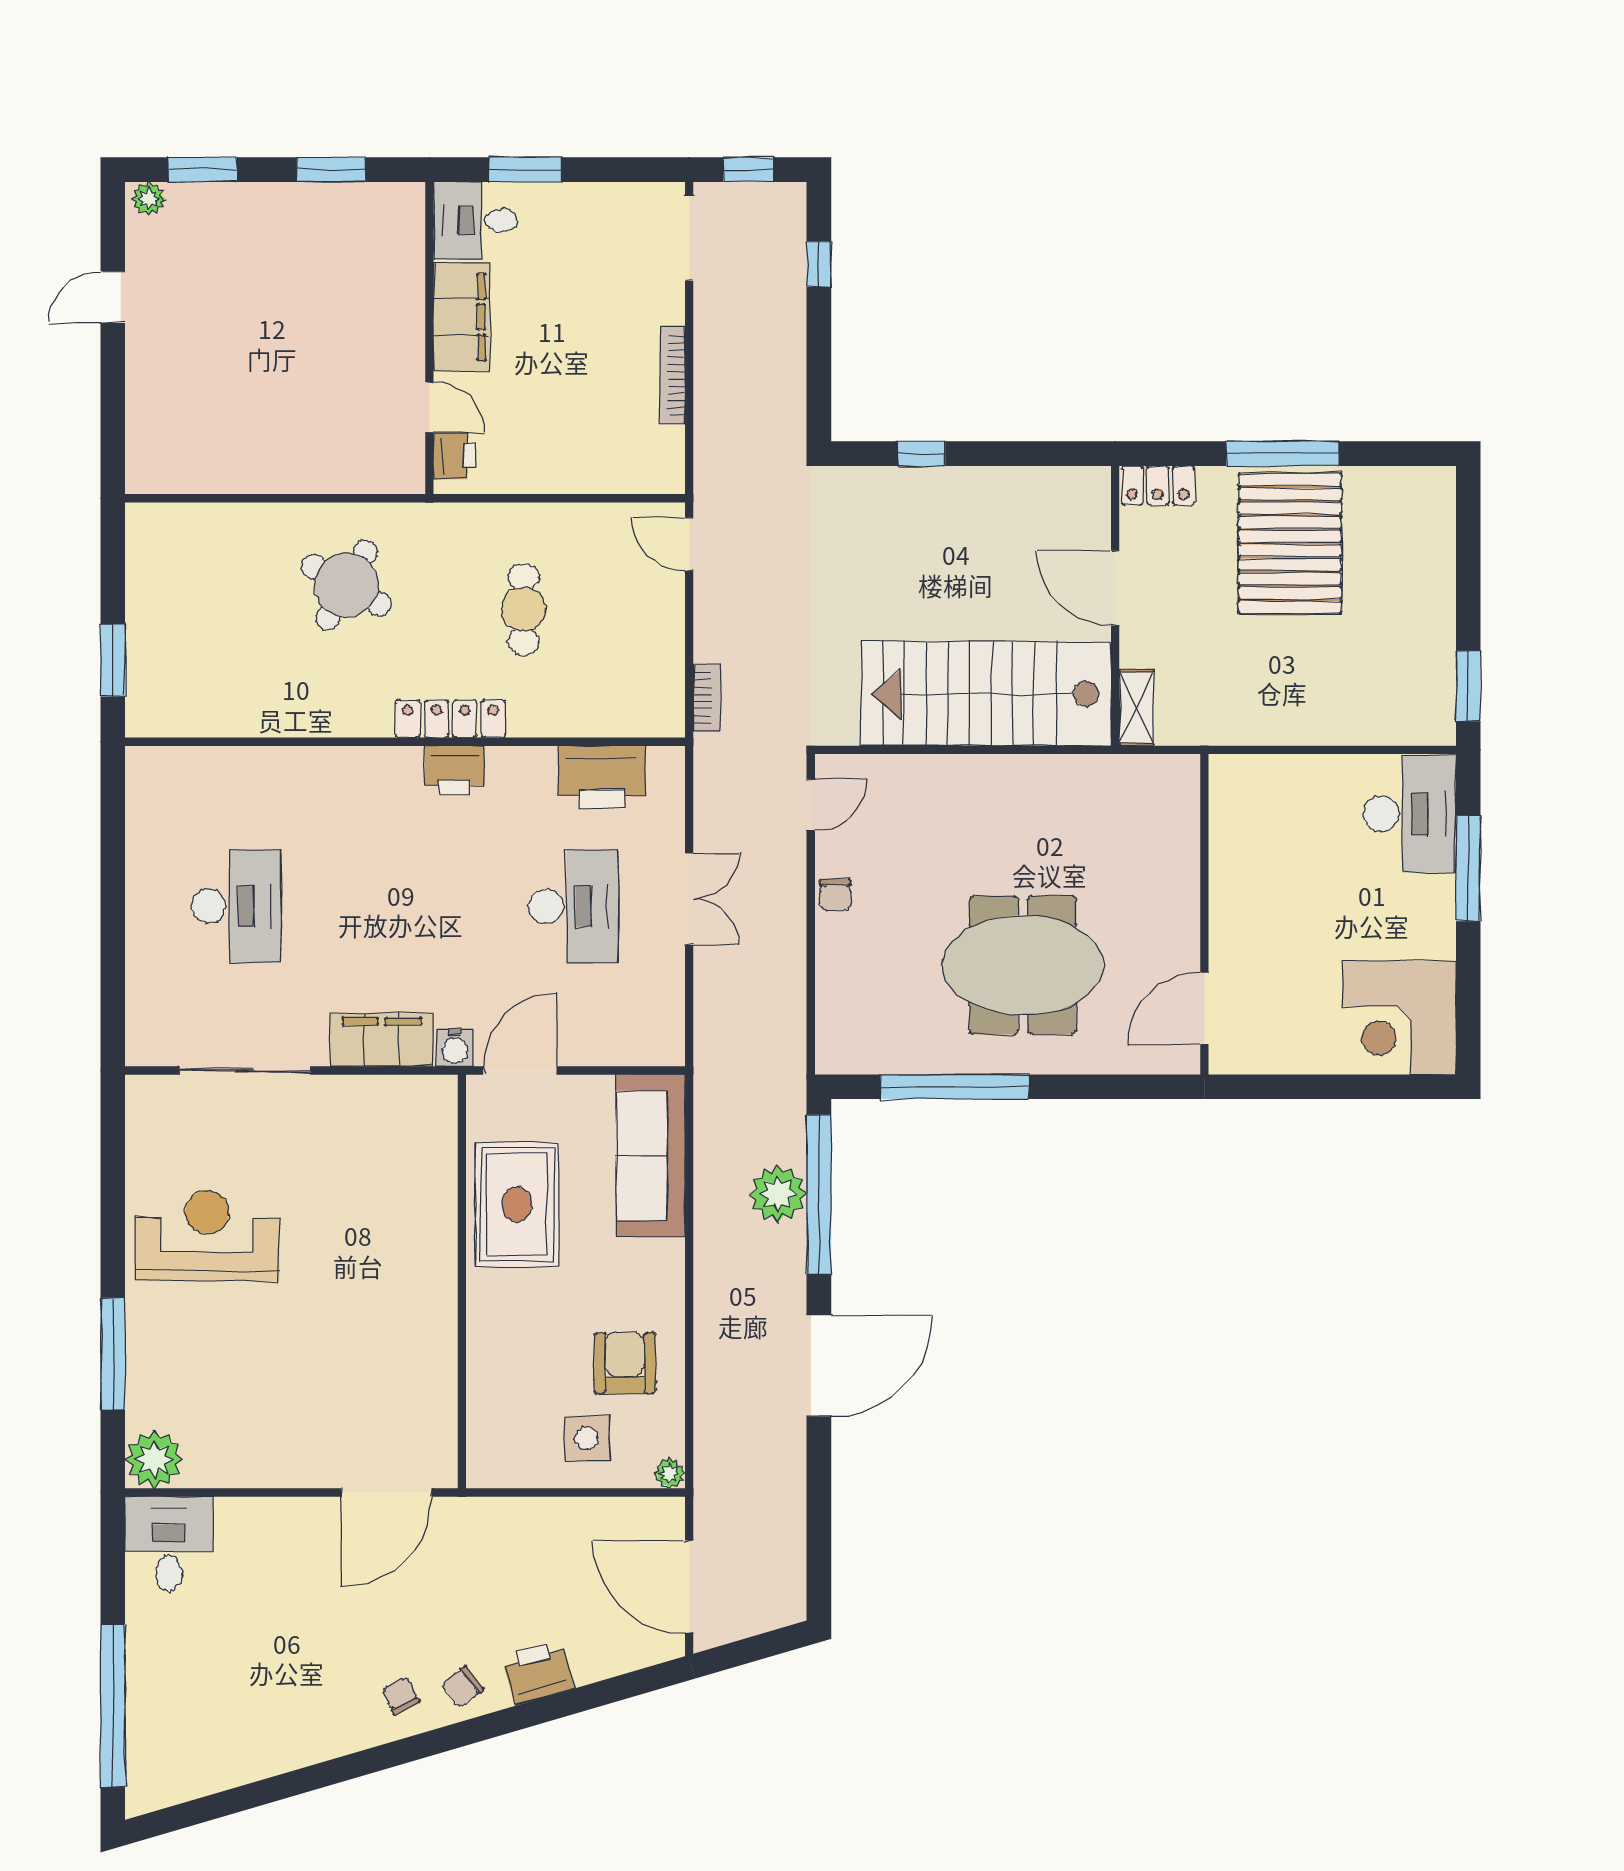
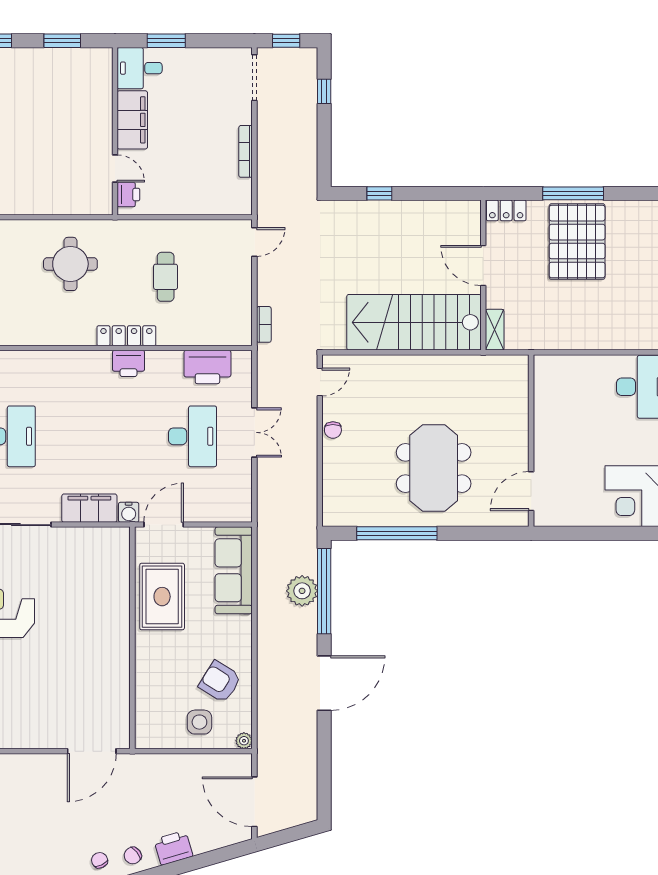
door: (689, 544) -> (254, 242), swing flipped
round table: (346, 585) -> (70, 264), turned -30
meeting table: (1023, 965) -> (434, 468), turned 90
armchair: (625, 1363) -> (220, 682), turned -58

